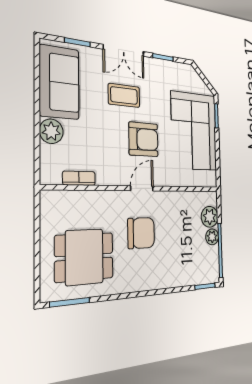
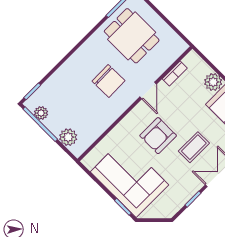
door: (142, 188) -> (148, 91), moved
chair: (141, 233) -> (108, 81), turned -91
plant: (212, 237) -> (41, 113), moved
dining table: (84, 257) -> (132, 36), turned 90

